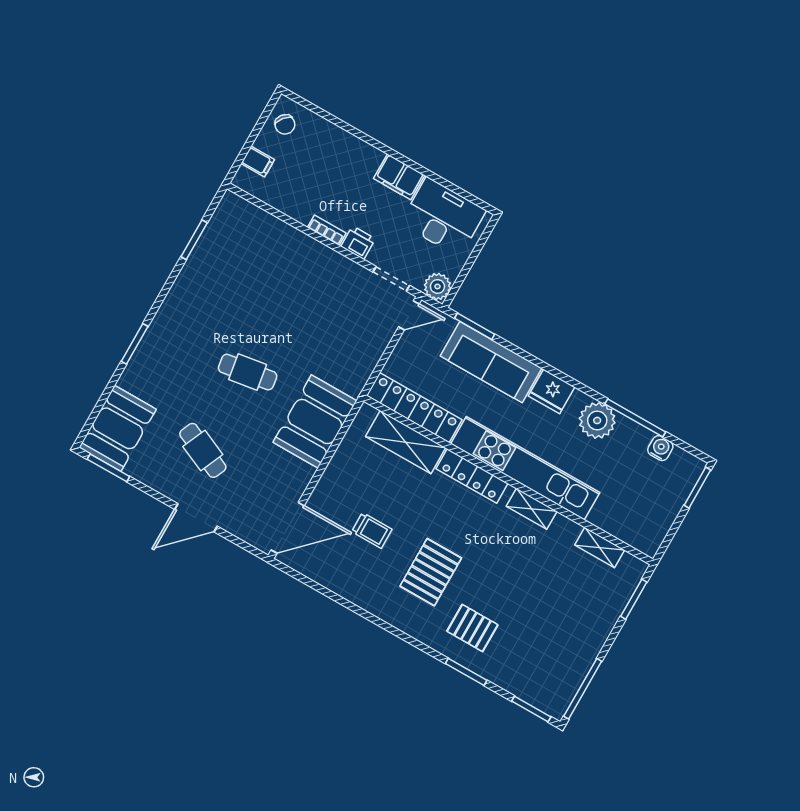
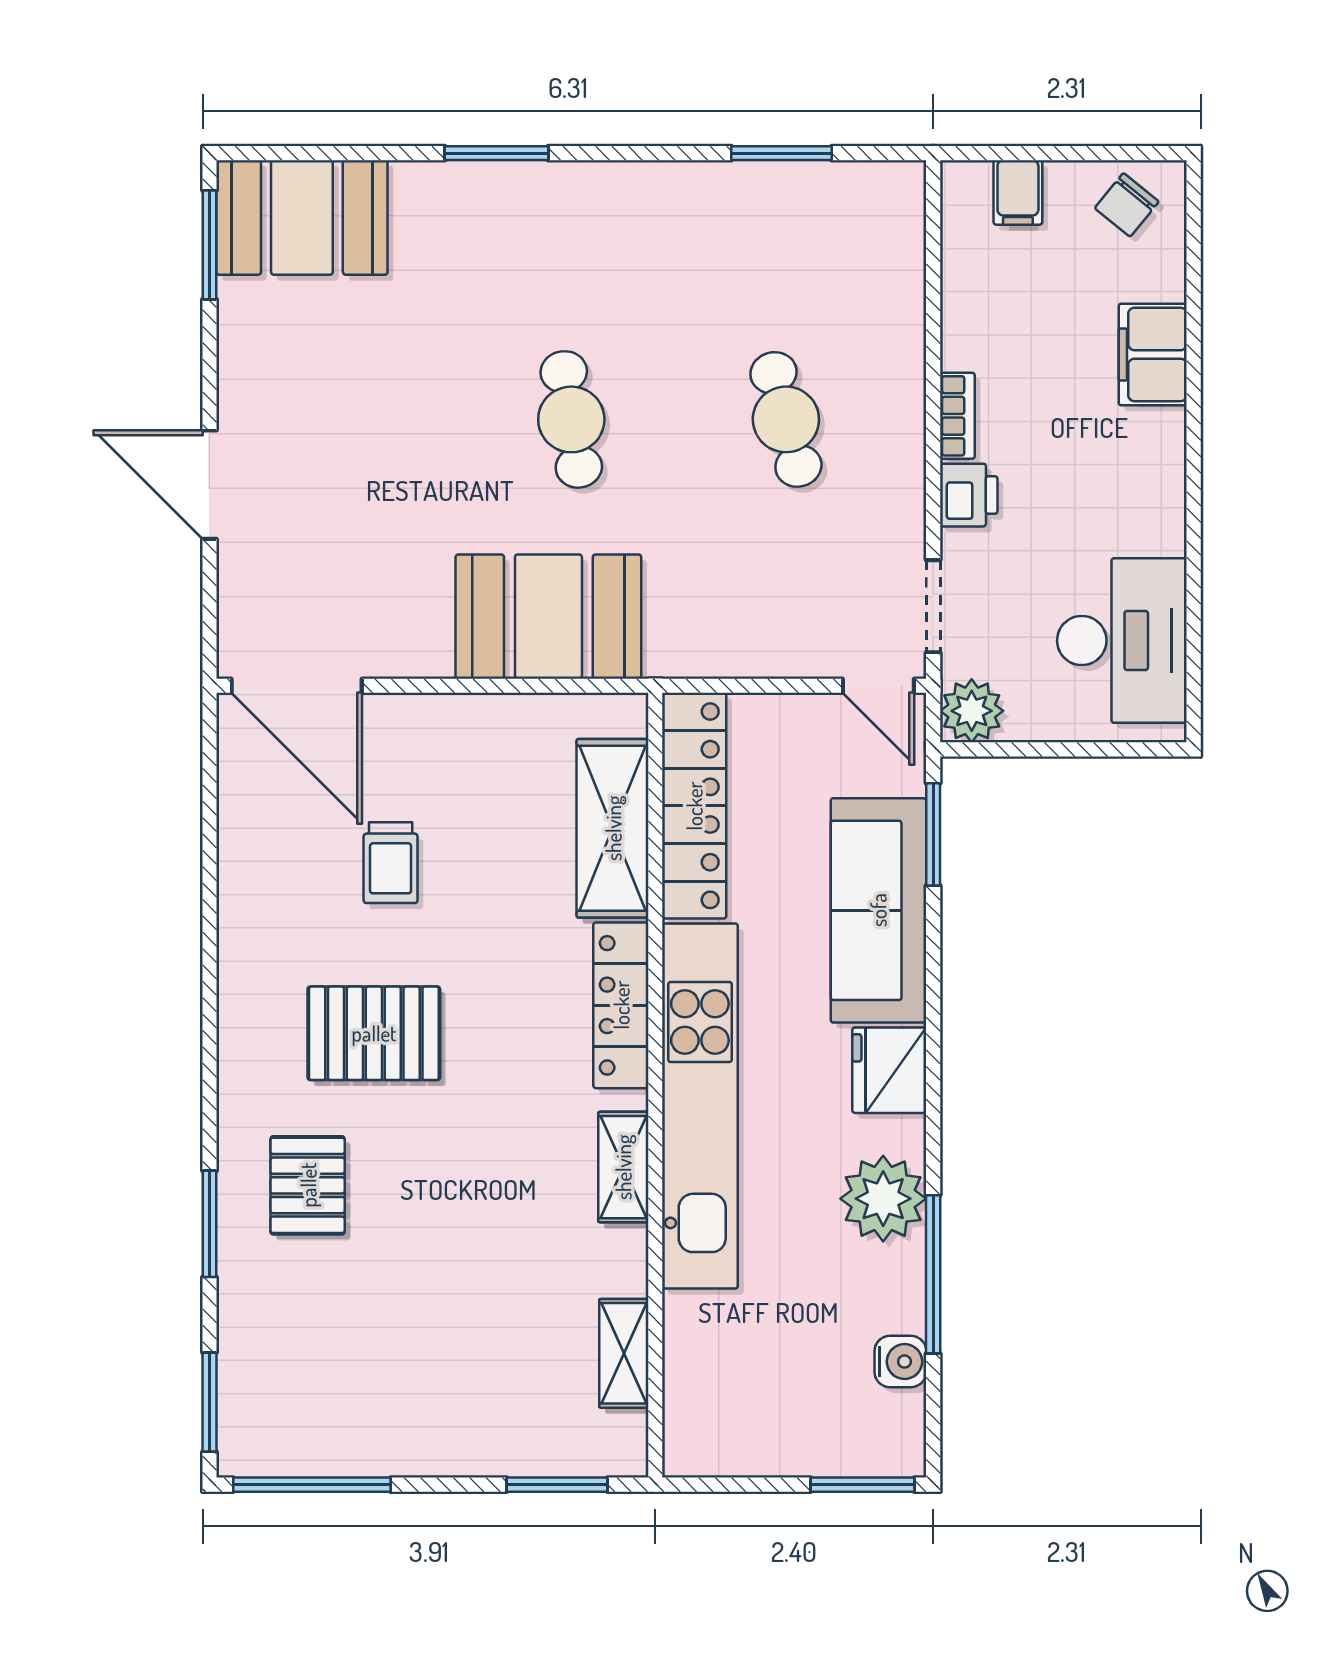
filing cabinet: (399, 177) -> (1153, 354), moved
cafe table: (203, 450) -> (786, 419), moved, turned -39

